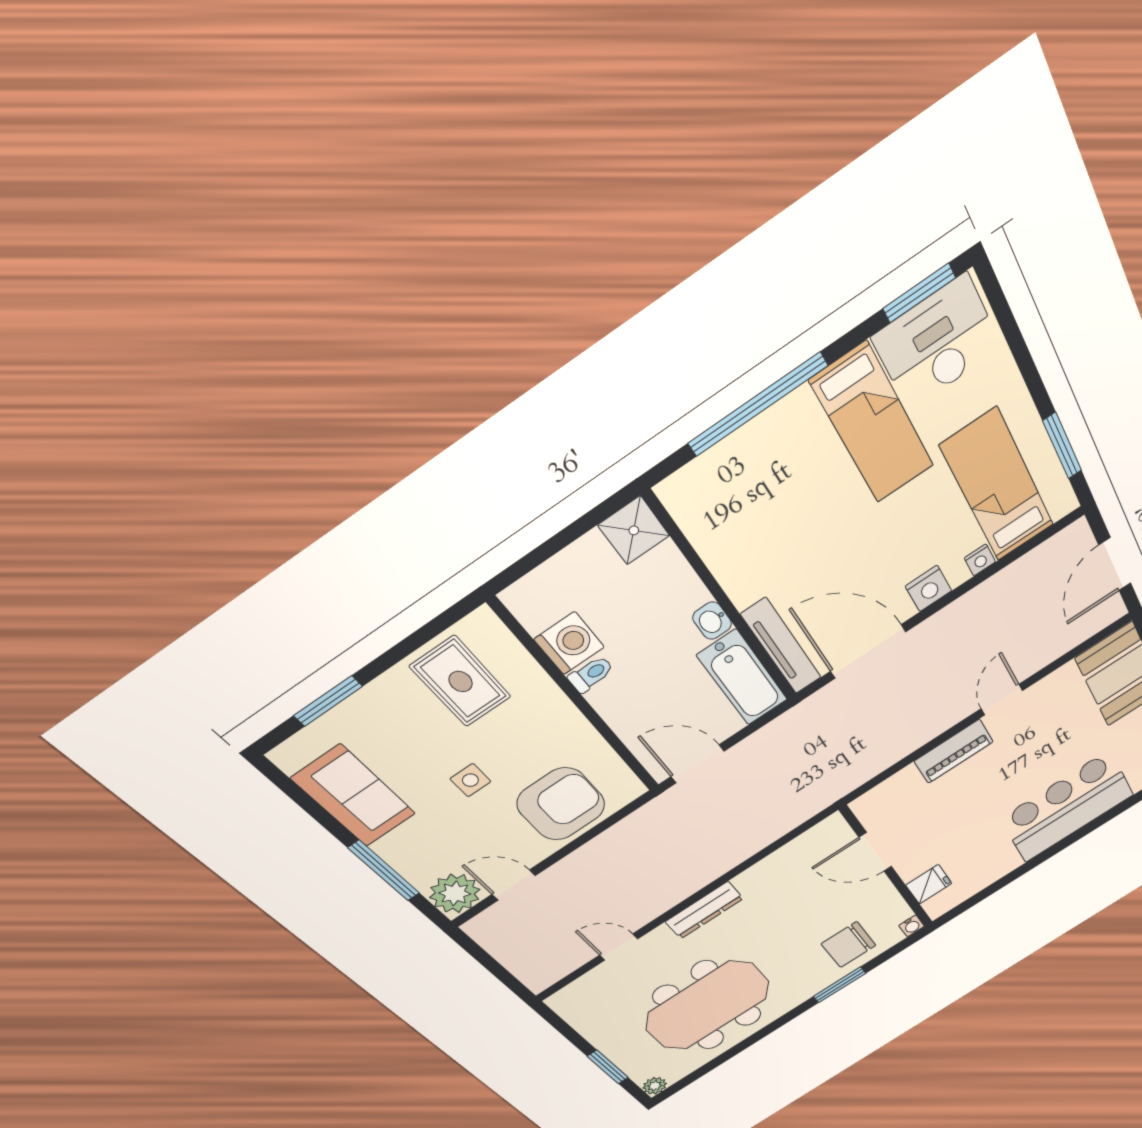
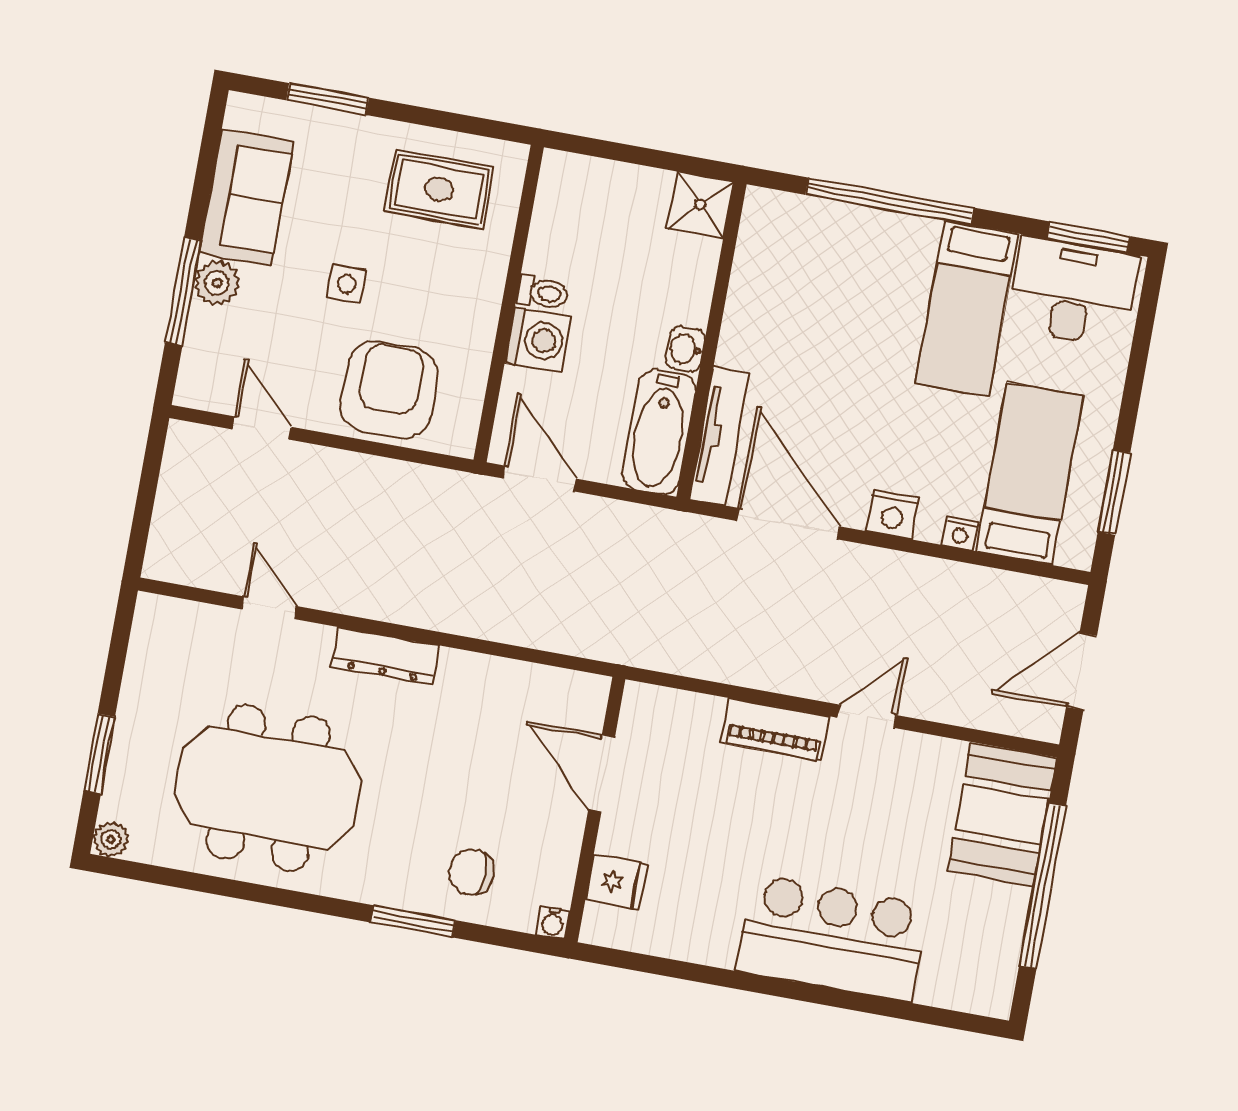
washing machine: (569, 643) -> (538, 340), moved
rug: (461, 681) -> (439, 189), turned 90
armchair: (561, 804) -> (389, 390), turned -90
plant: (455, 893) -> (217, 283), moved, width x0.73, depth x0.73
chair: (849, 945) -> (471, 872), width x0.73, depth x0.73

